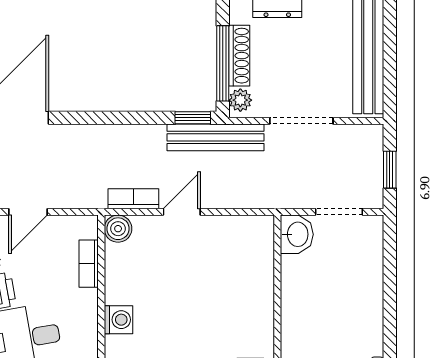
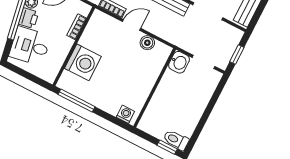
boiler: (118, 229) -> (147, 43), moved
washing machine: (118, 320) -> (83, 62), width x1.89, depth x1.89

